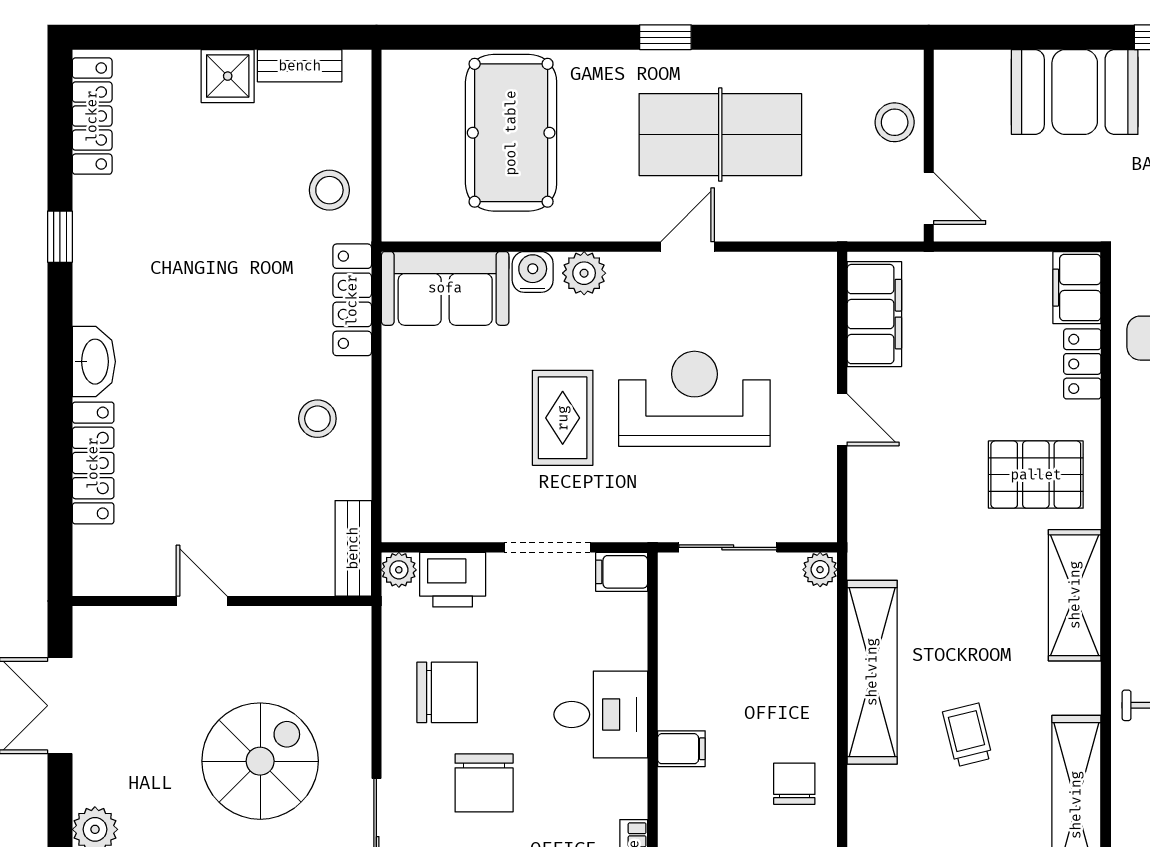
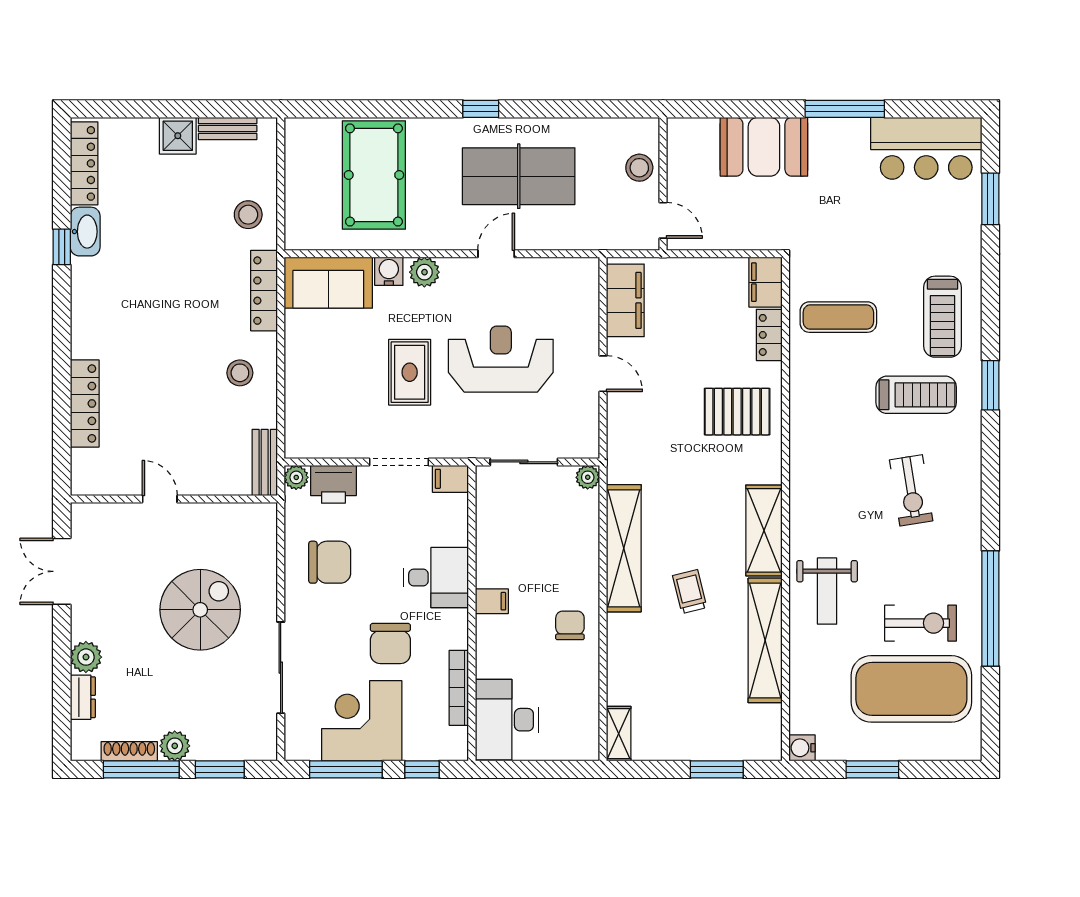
washbasin: (94, 362) -> (85, 232), moved
shelving: (1075, 595) -> (764, 530), moved
chair: (484, 783) -> (390, 643), moved

